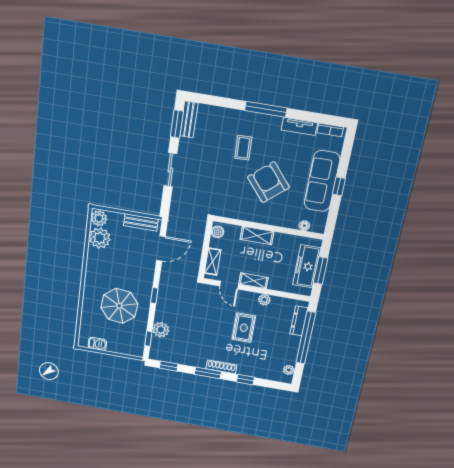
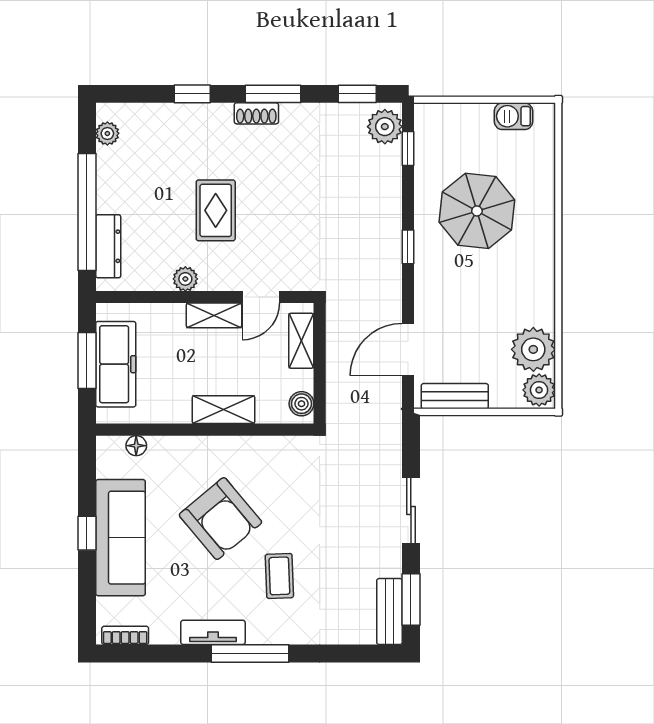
tv unit: (299, 126) -> (213, 632), moved
door: (229, 285) -> (261, 297), swing flipped
plant: (161, 330) -> (385, 127), moved
shoe rack: (221, 367) -> (256, 113), width x0.70

